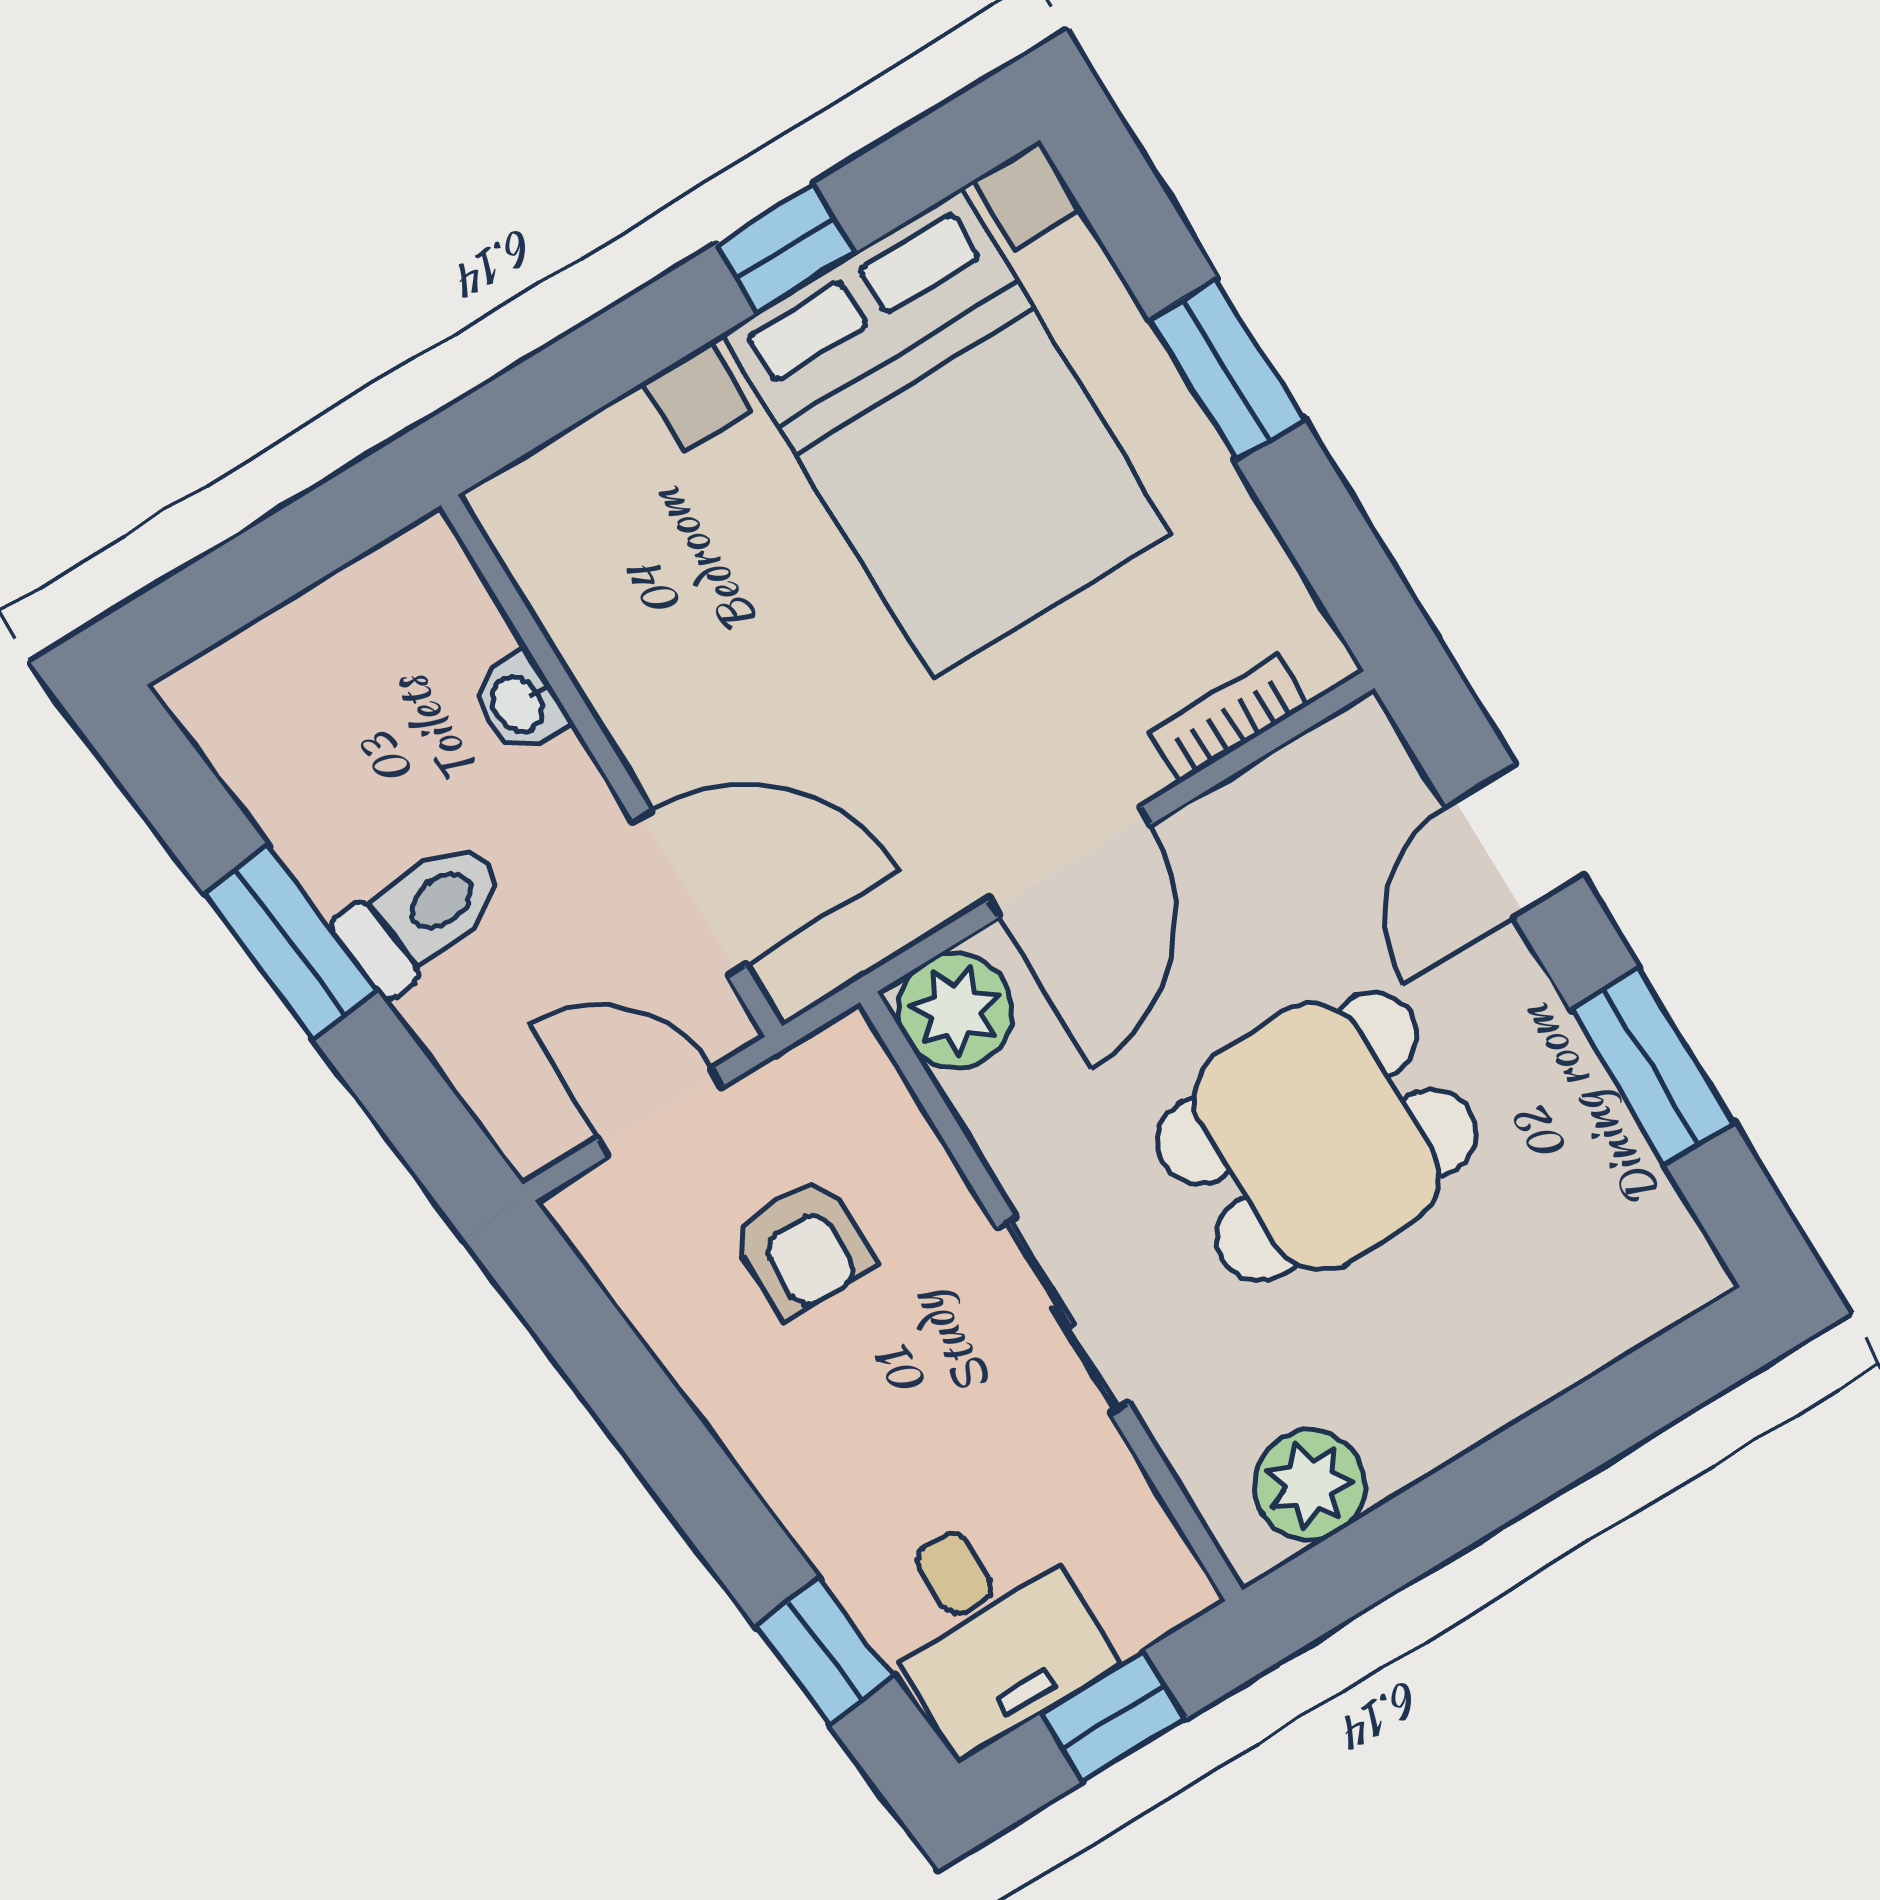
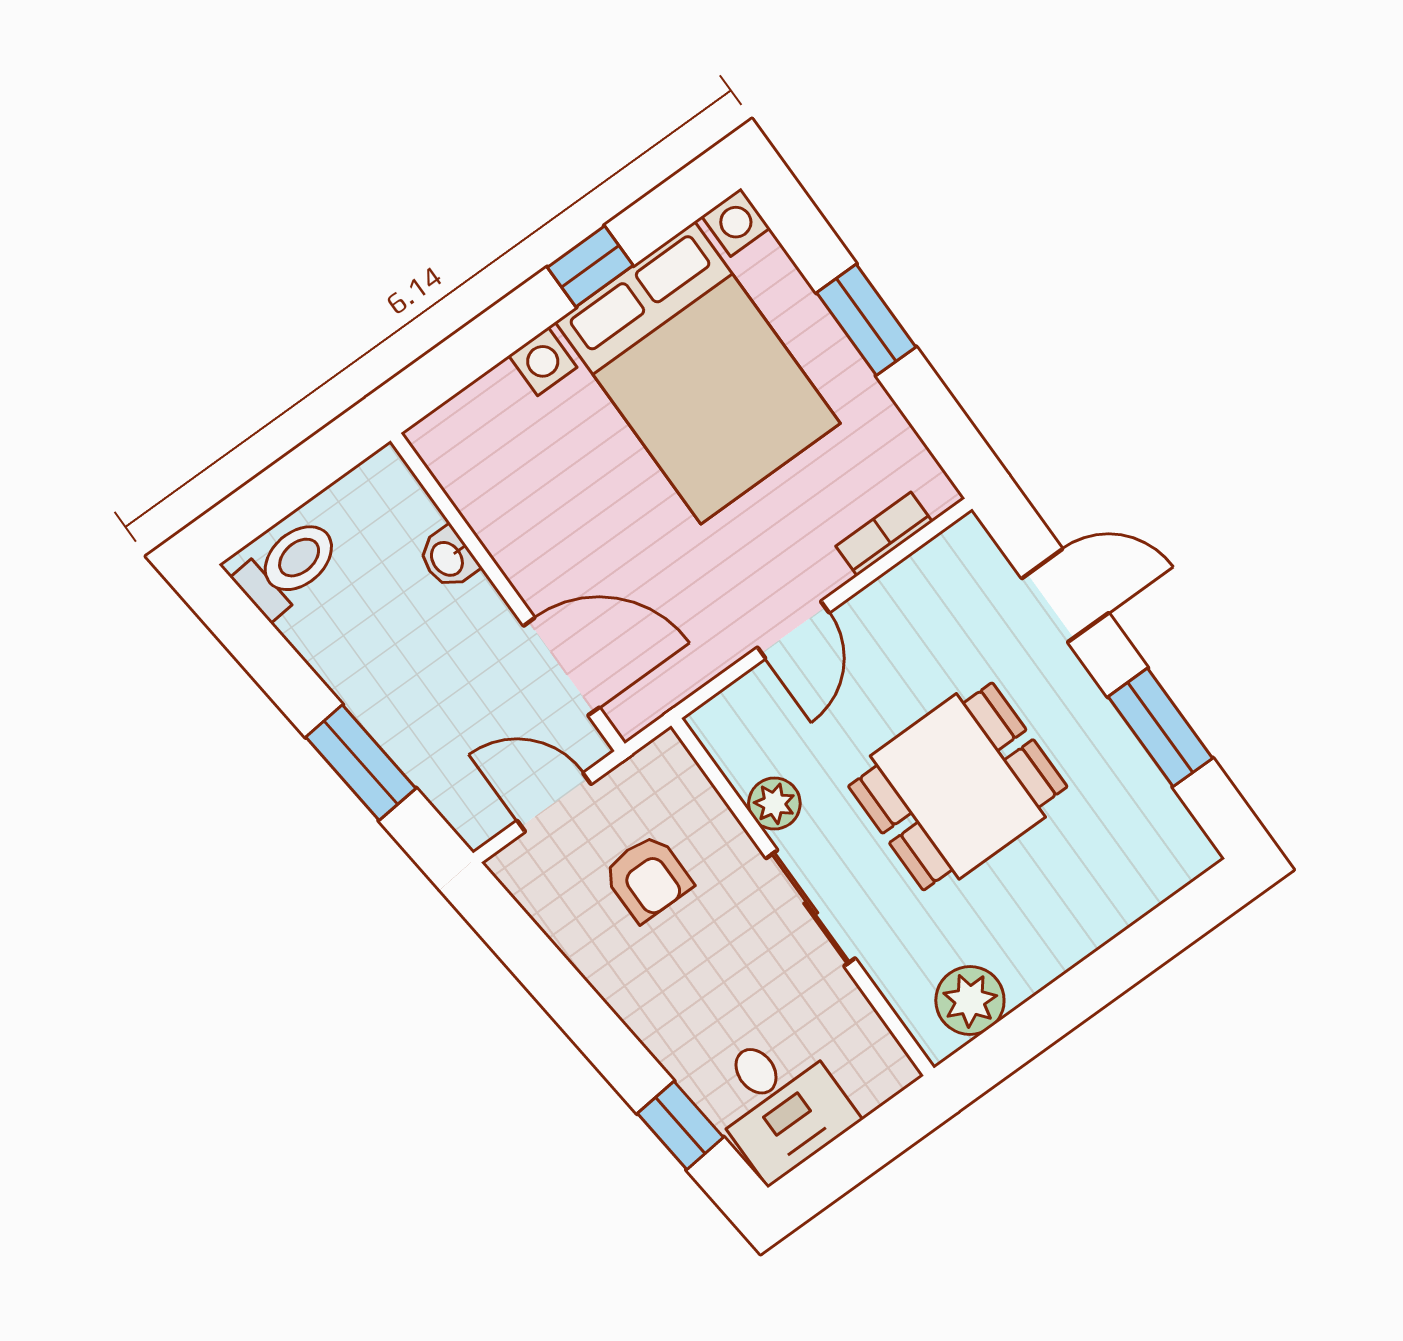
door: (1514, 841) -> (1065, 596), swing flipped
door: (1069, 863) -> (793, 630), width x0.73
toilet: (422, 914) -> (288, 567), moved
window: (290, 942) -> (361, 763), moved
plant: (956, 1011) -> (774, 804), moved, width x0.73, depth x0.73
window: (1113, 1716) -> (860, 1151), removed

